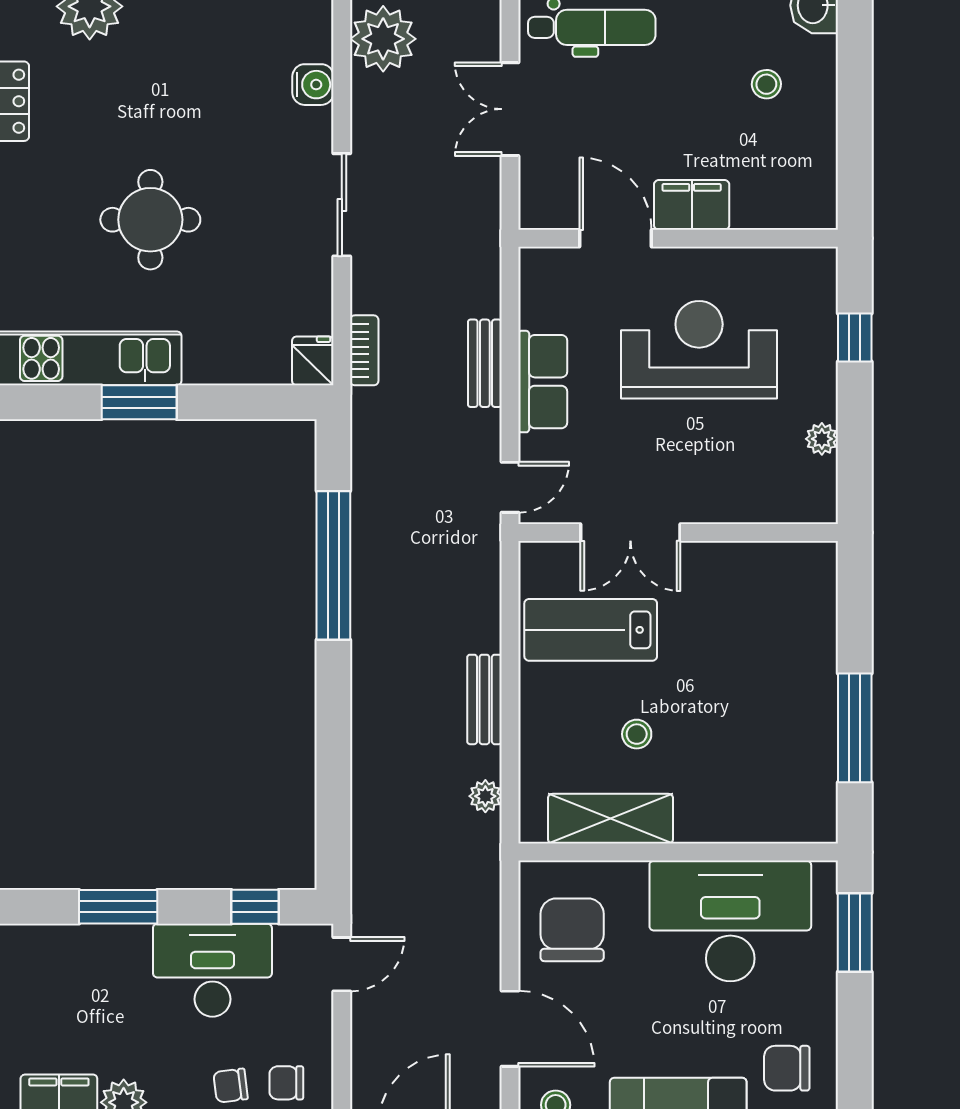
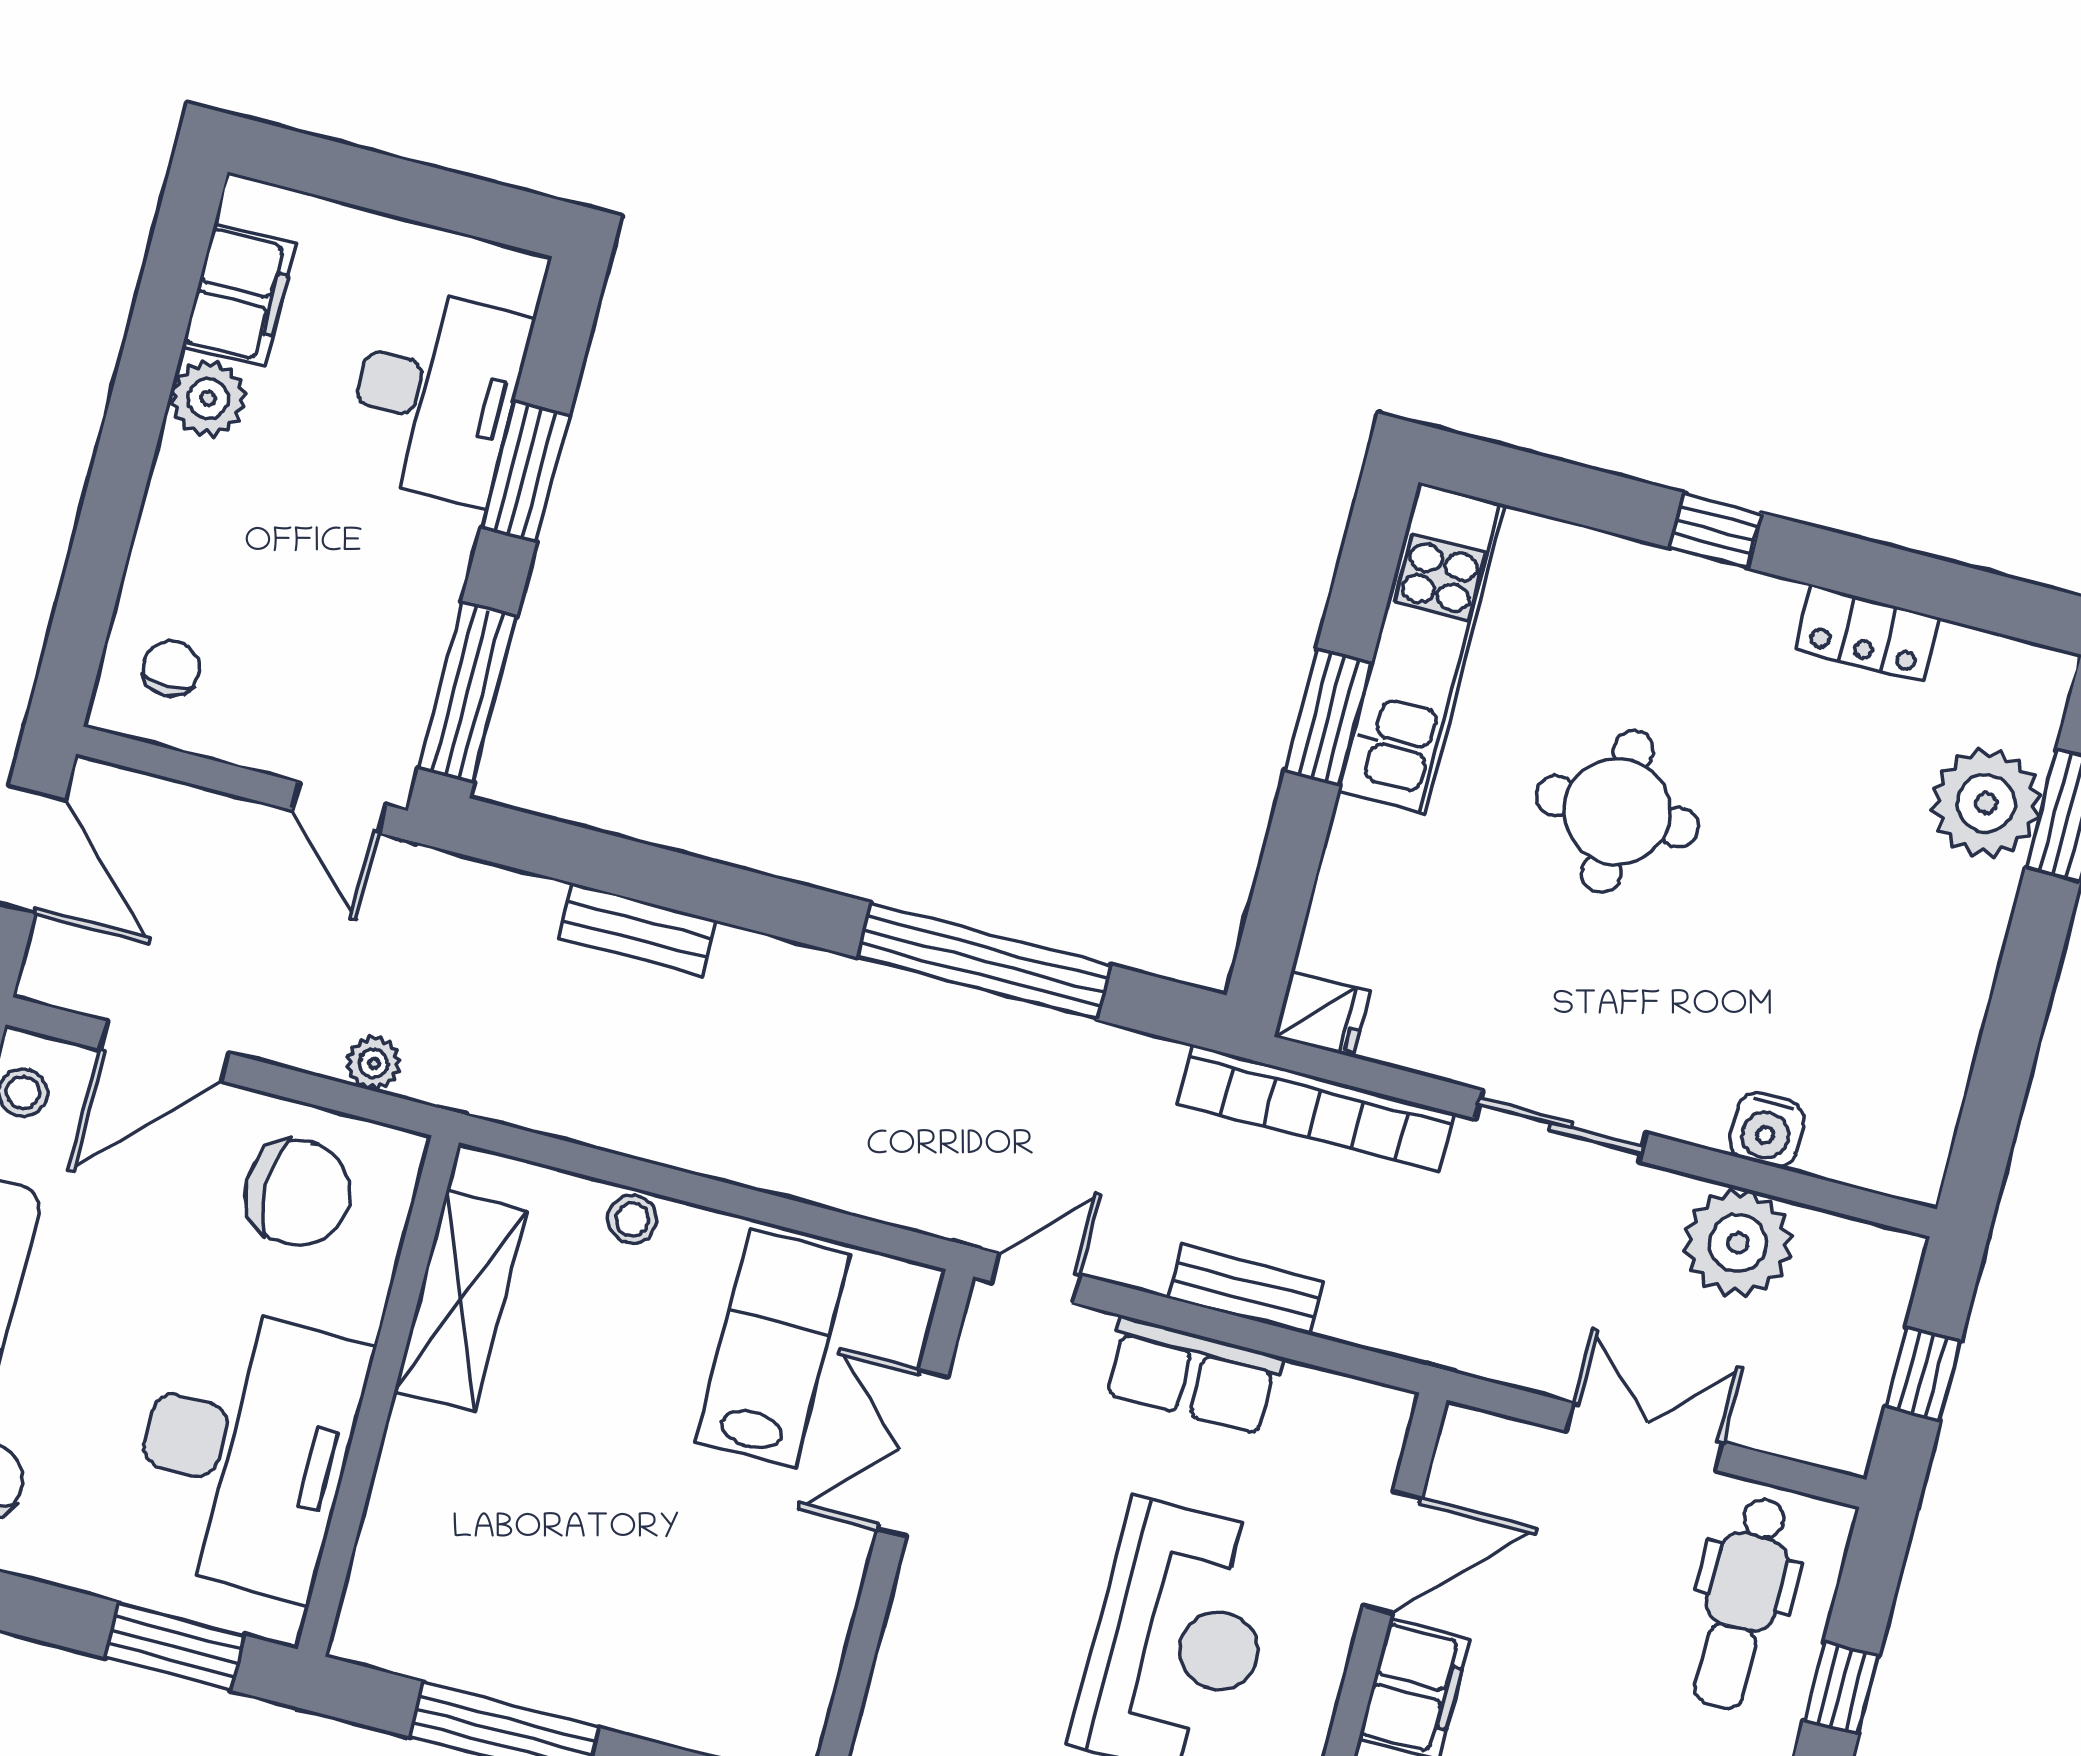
plant: (383, 39) -> (1738, 1243), moved
bookcase: (364, 350) -> (1316, 1108), width x2.31, depth x1.31
door: (510, 487) -> (1036, 1278), swing flipped
bench: (484, 699) -> (637, 929), moved
stool: (637, 734) -> (632, 1219), moved
plant: (485, 796) -> (374, 1063), moved
window: (255, 907) -> (468, 692), width x2.17
desk: (212, 970) -> (436, 395), moved
chair: (231, 1086) -> (190, 578), removed

